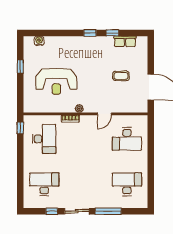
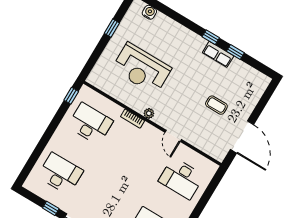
row of seats: (125, 41) -> (218, 54), moved
door: (104, 114) -> (173, 136), hinge flipped
desk: (44, 139) -> (90, 124), turned -90

